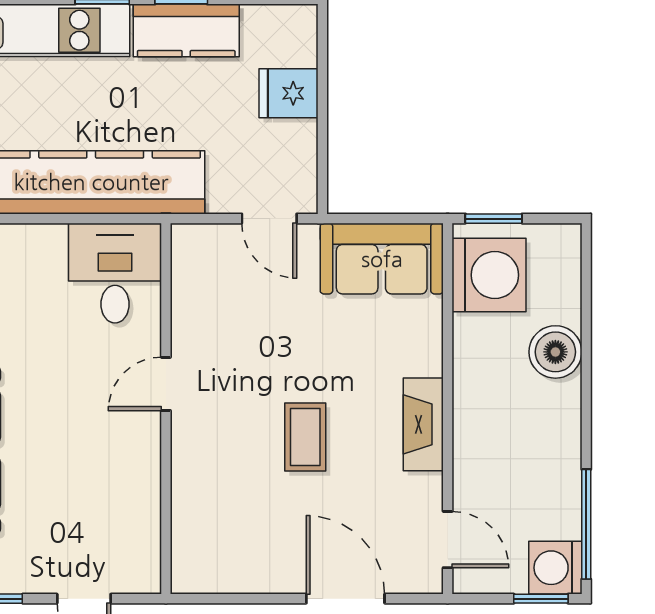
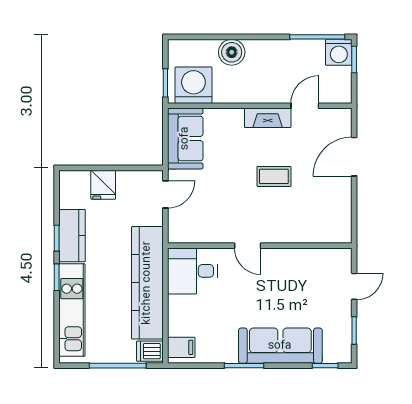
door: (448, 540) -> (305, 106), moved

